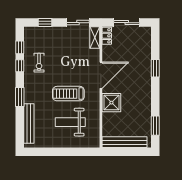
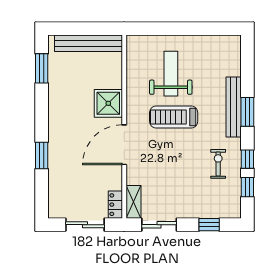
treadmill: (68, 94) -> (174, 117), turned 180
weight bench: (70, 122) -> (171, 74), turned -90
bench: (29, 124) -> (234, 107), moved

